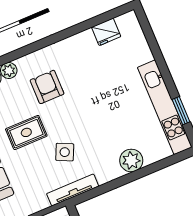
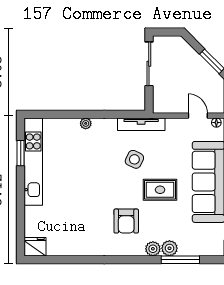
fridge: (106, 32) -> (35, 247), moved
plant: (131, 160) -> (86, 123), width x0.53, depth x0.53

